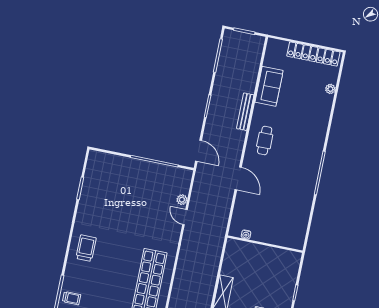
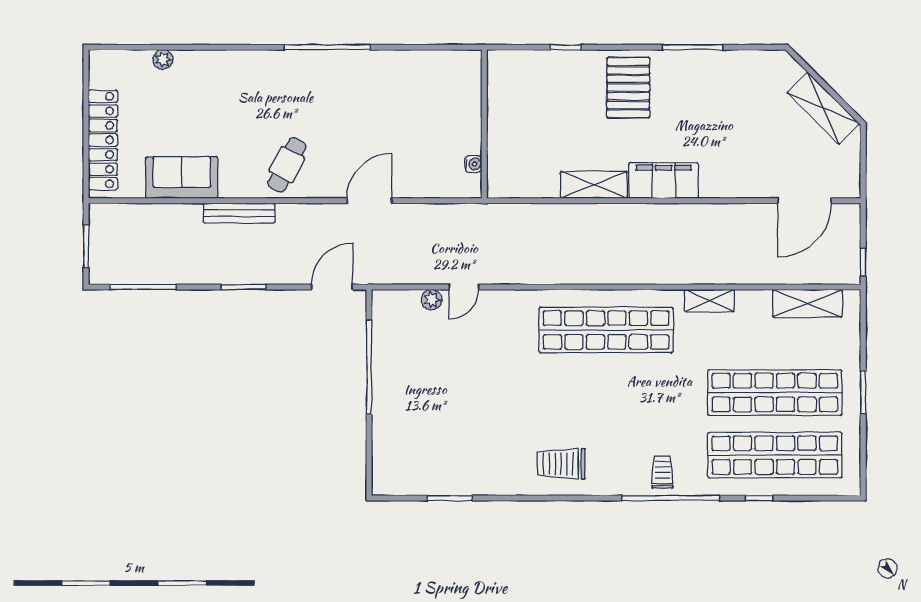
locker: (313, 54) -> (103, 140), moved
cafe table: (265, 141) -> (287, 165), turned -63

